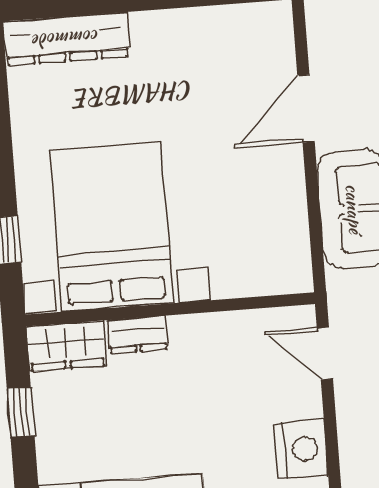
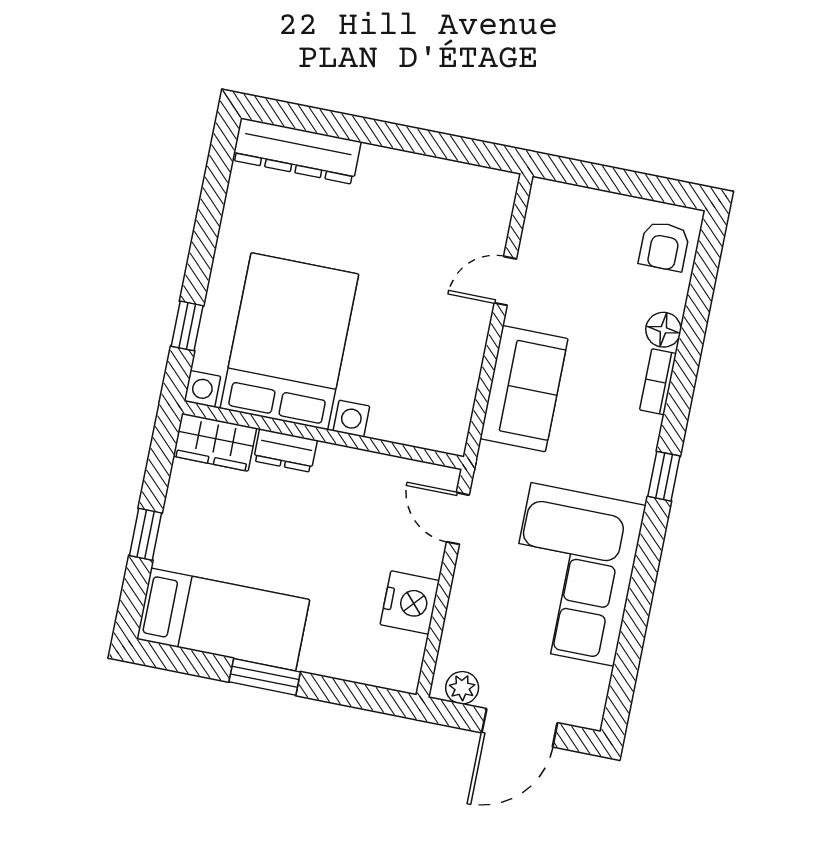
door: (306, 109) -> (505, 281), width x0.73
window: (21, 412) -> (146, 534), moved

